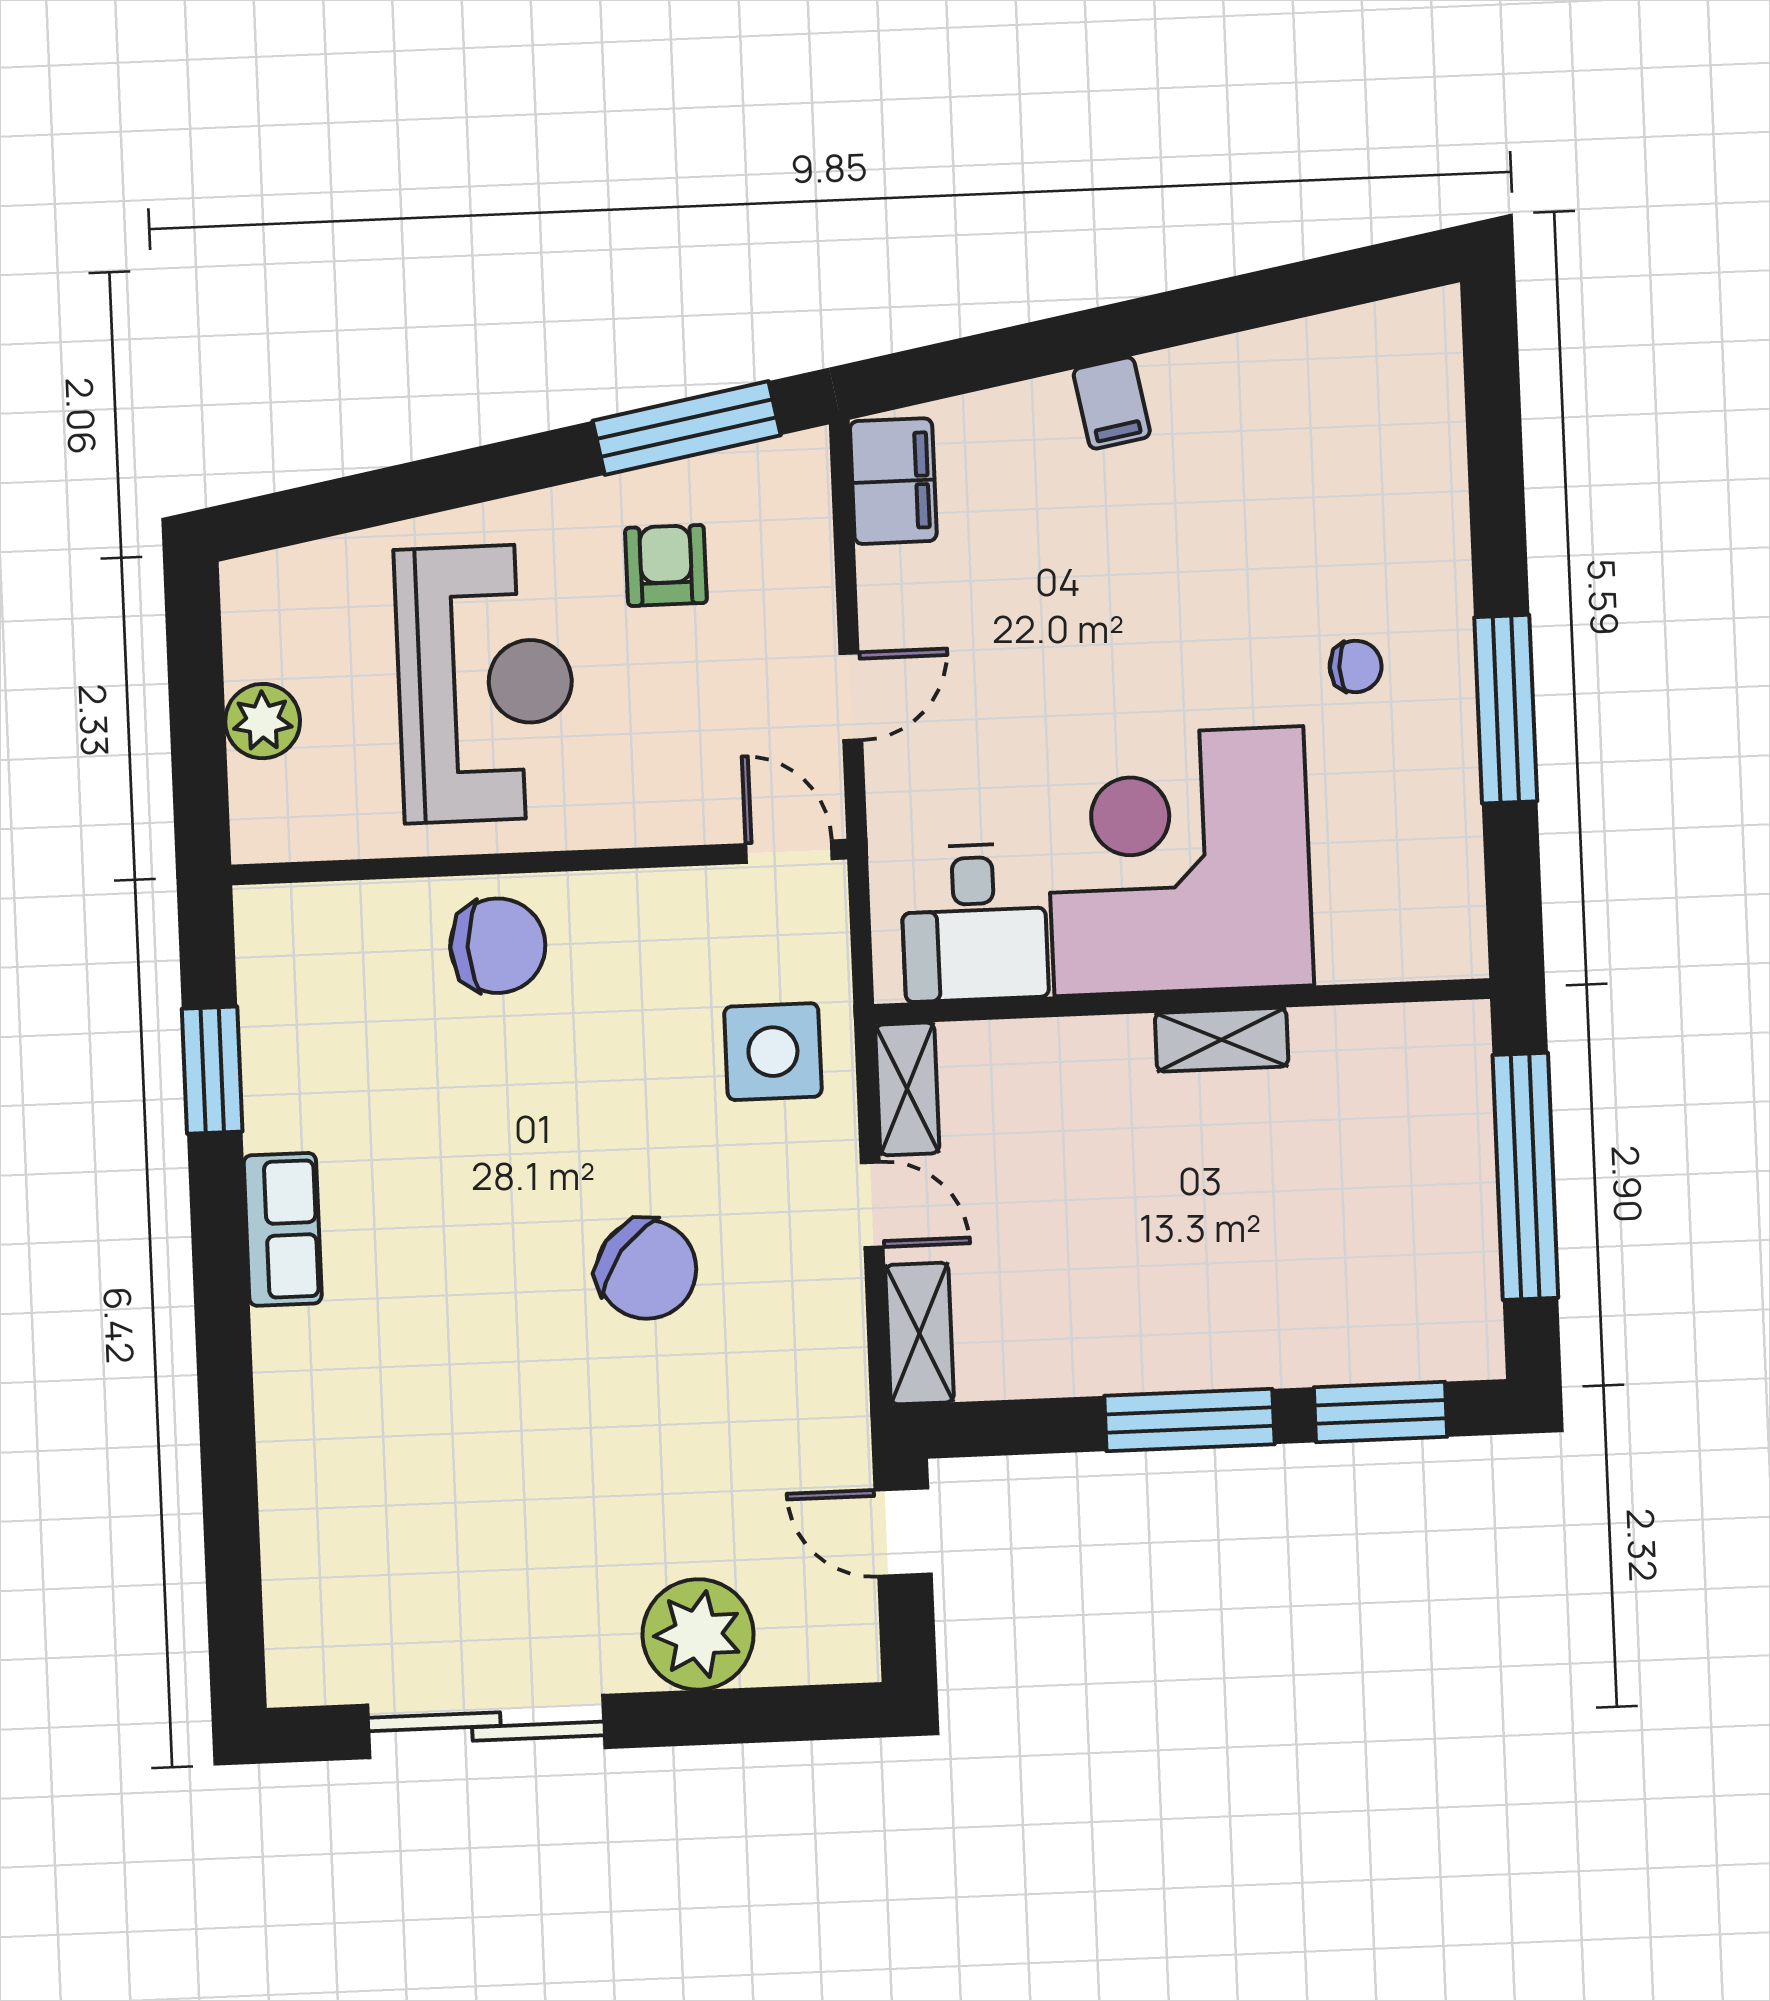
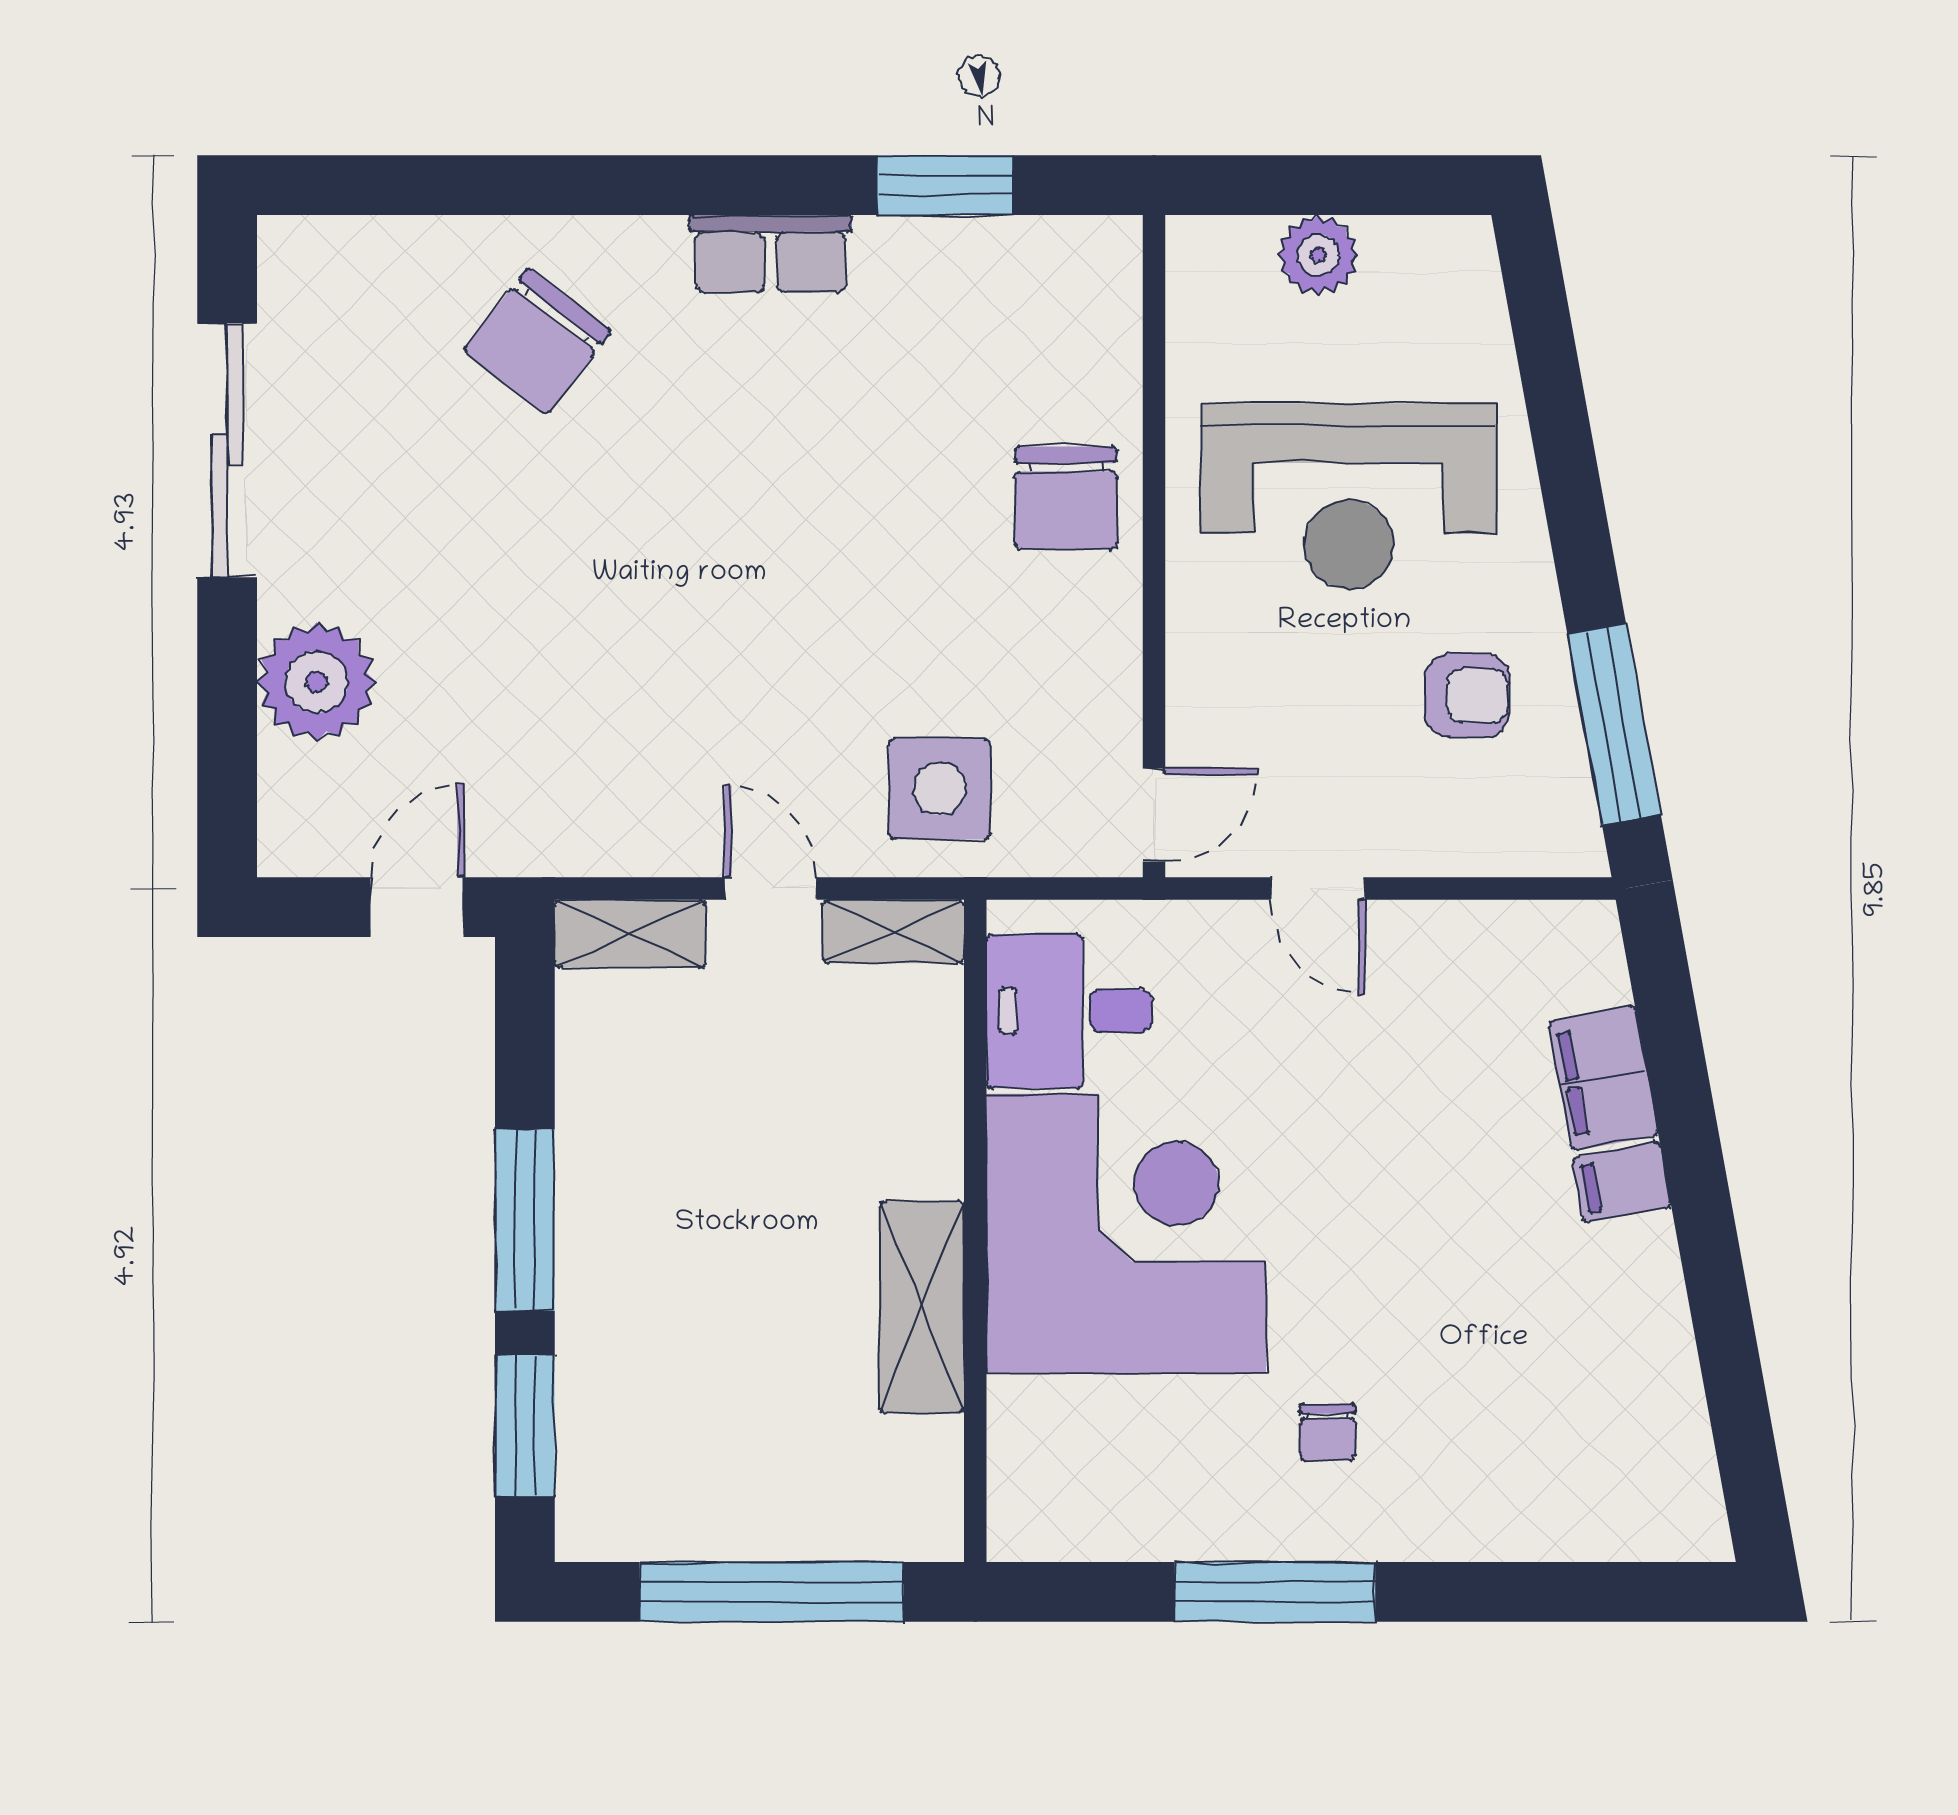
filing cabinet: (893, 481) -> (1603, 1078), moved, turned 80
shelving: (1222, 1040) -> (922, 1307), width x1.50, depth x1.33
door: (872, 1205) -> (771, 889), swing flipped
chair: (647, 1269) -> (537, 341), moved

